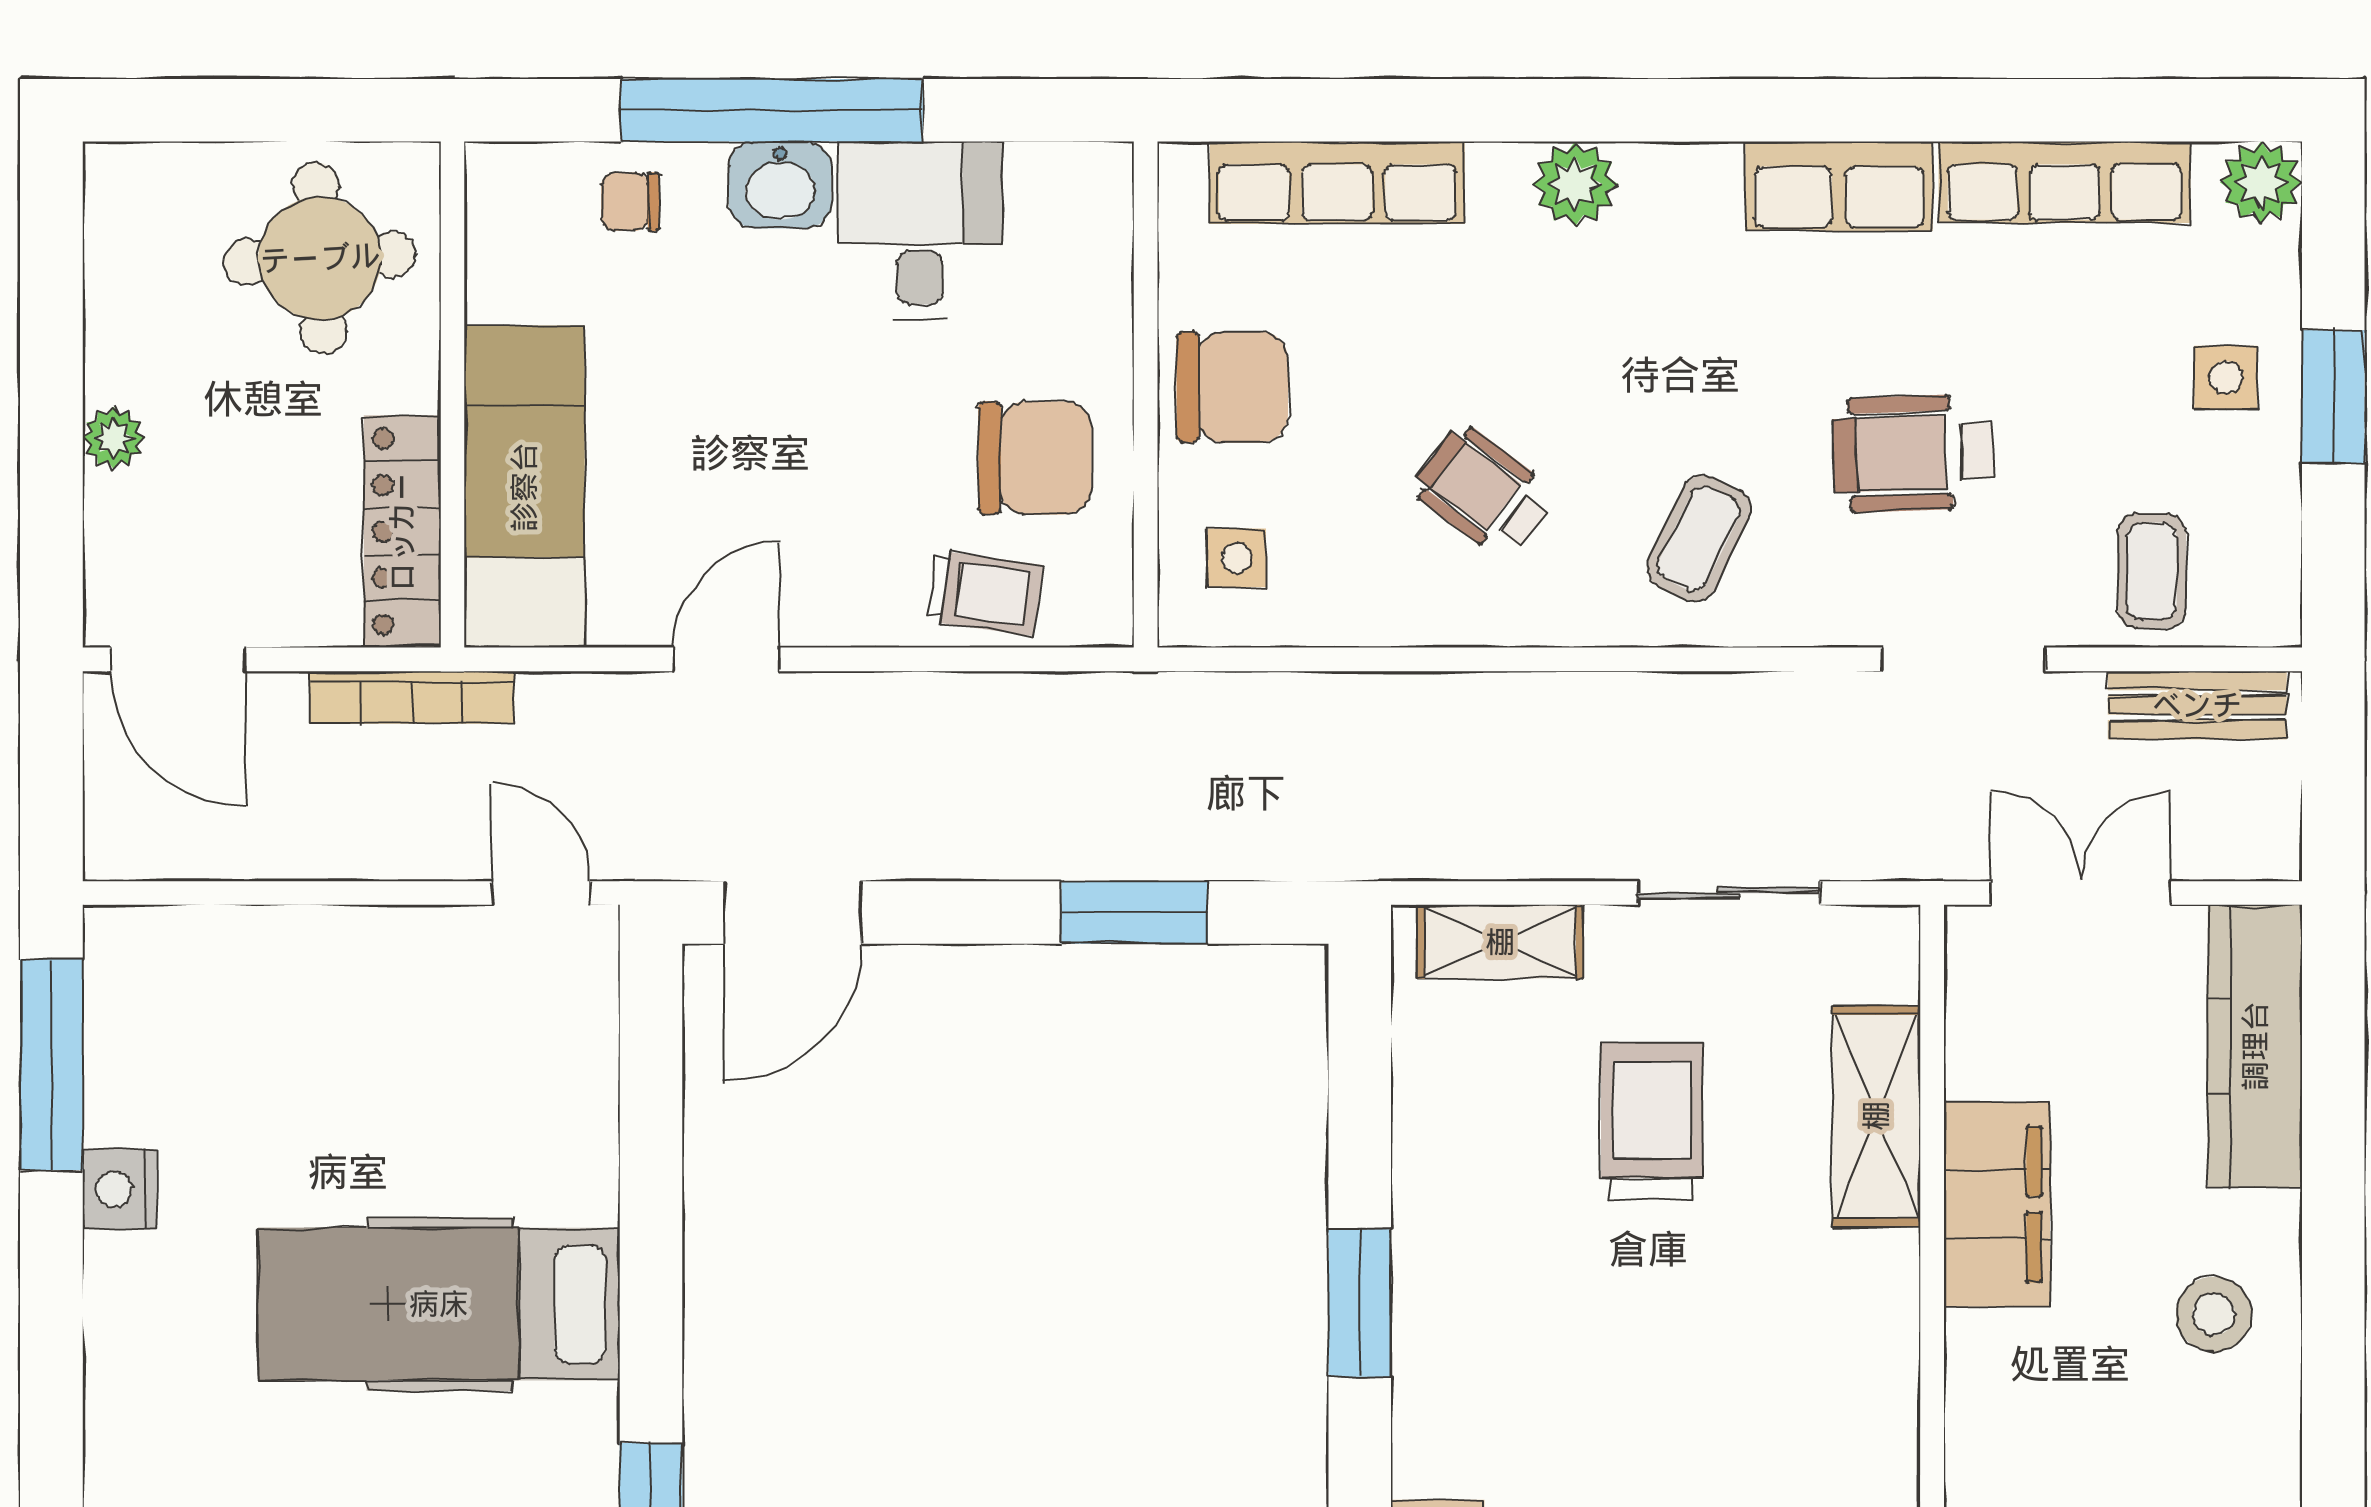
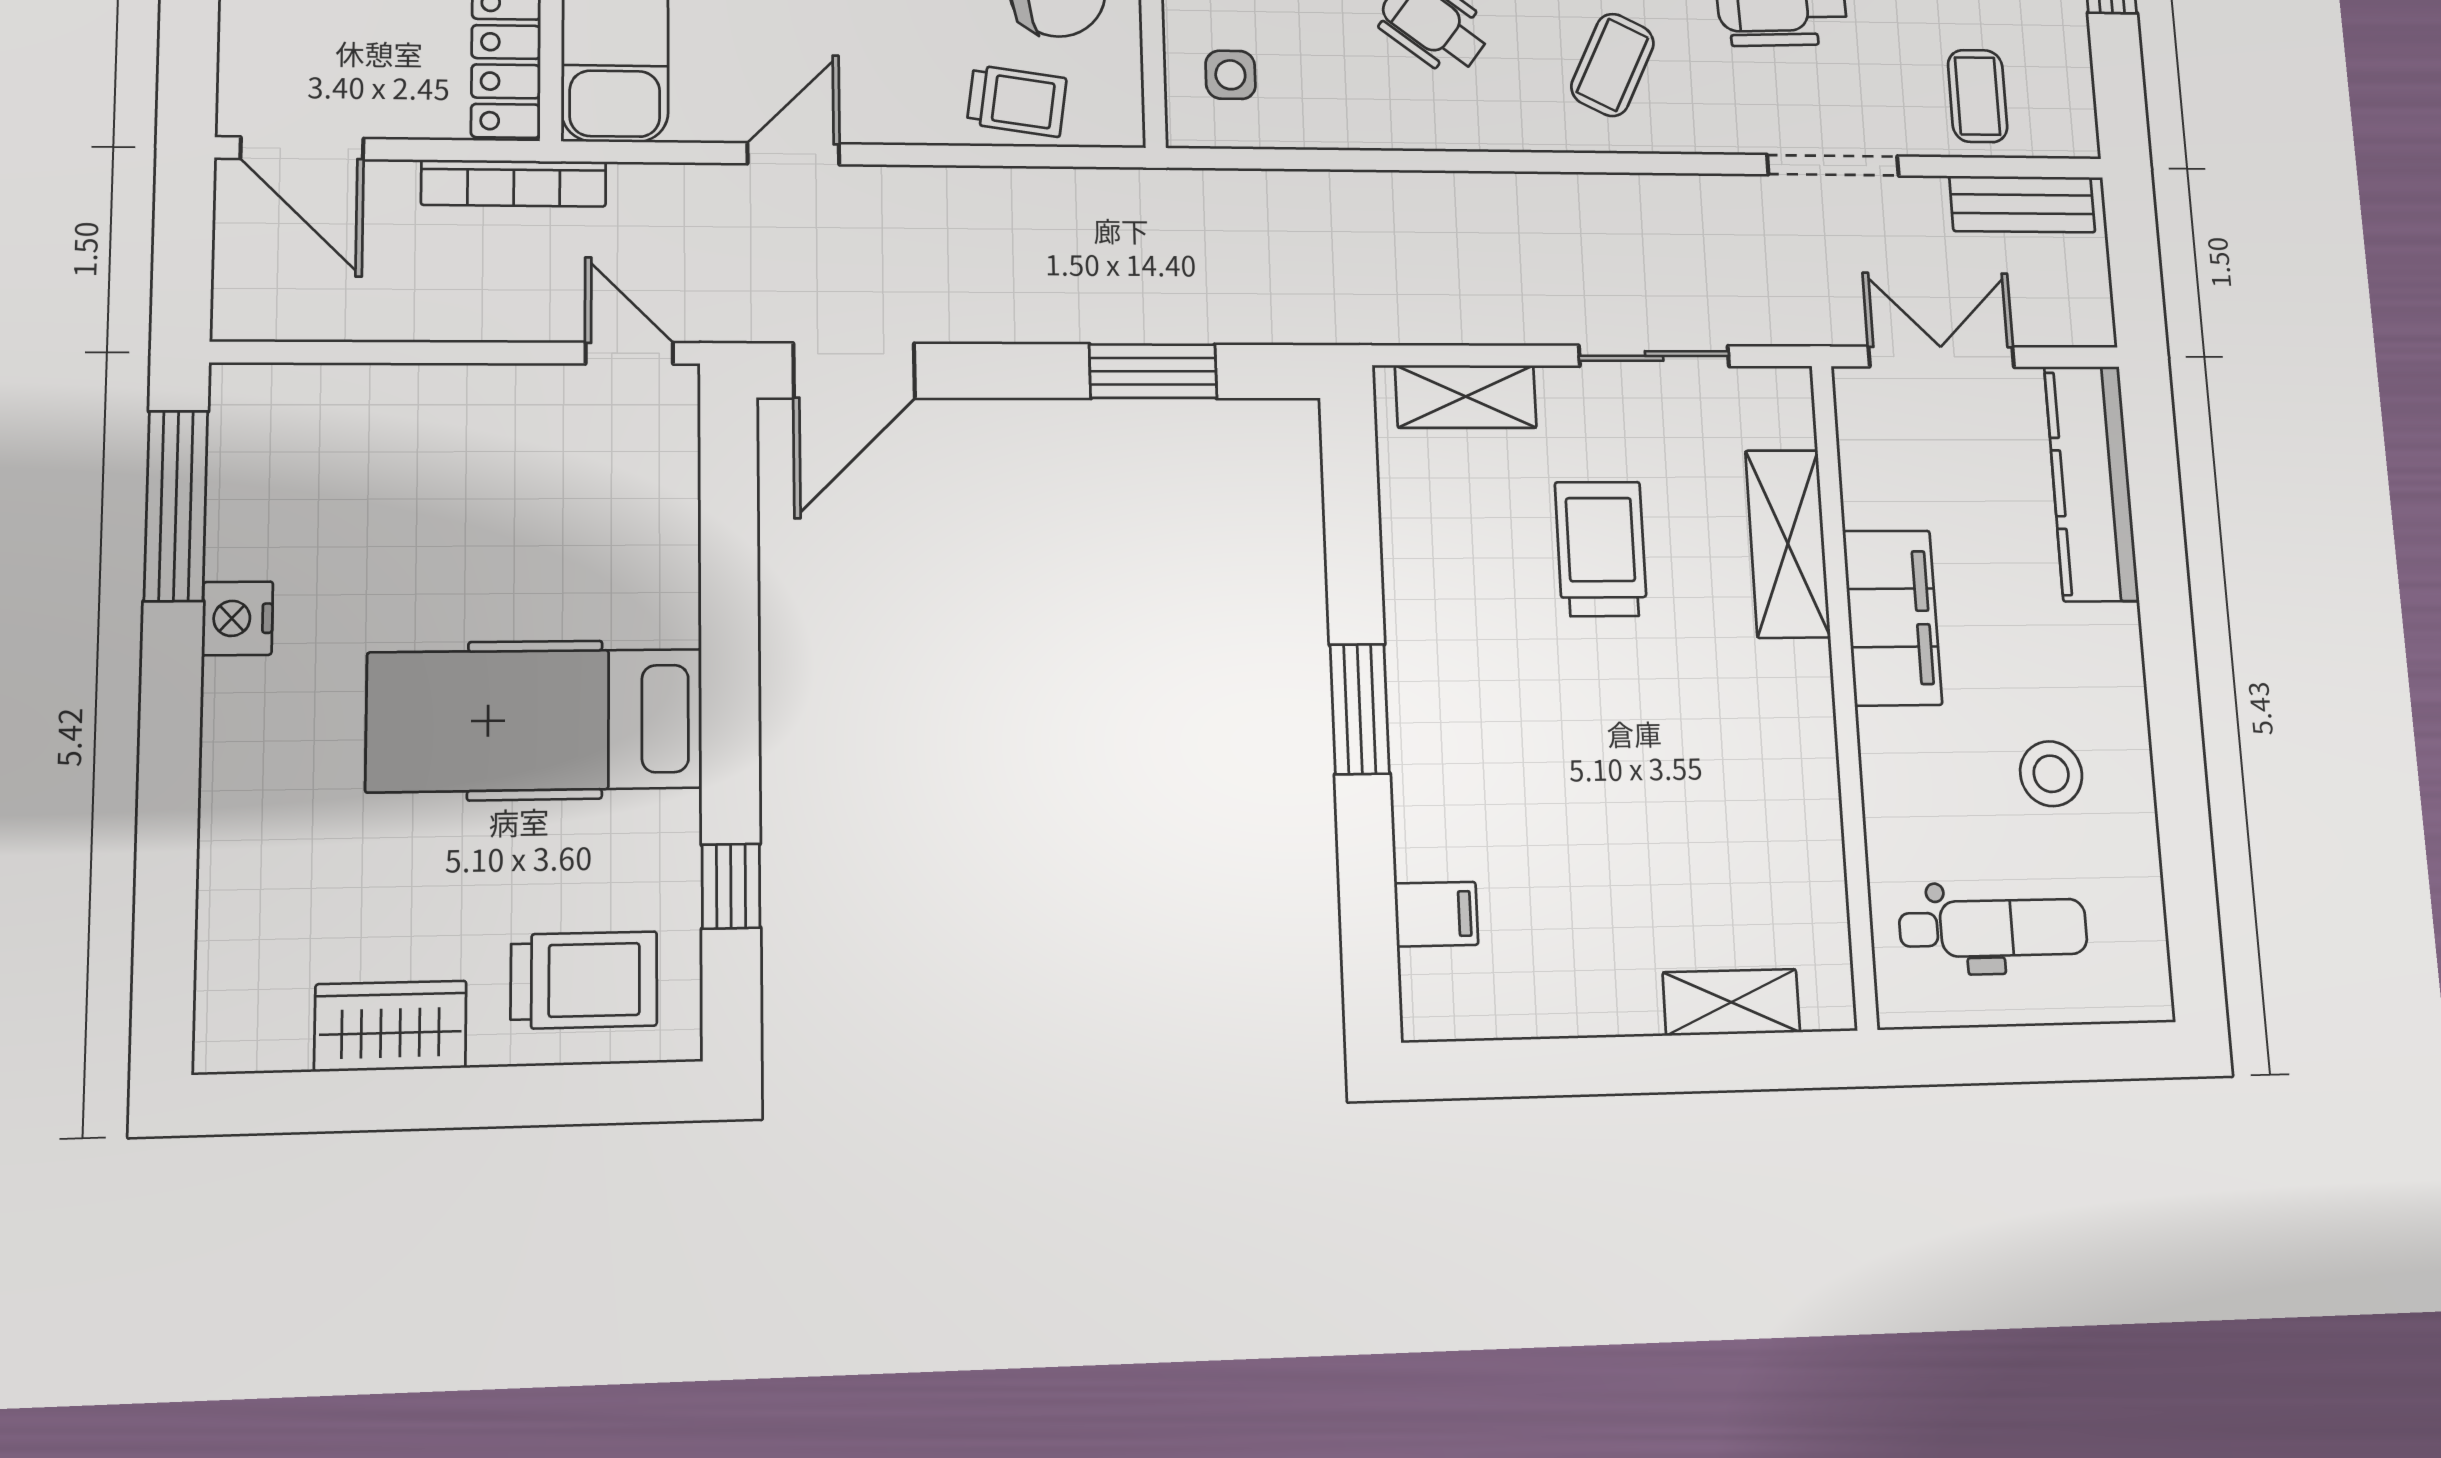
stool: (2214, 1314) -> (2051, 774), moved

